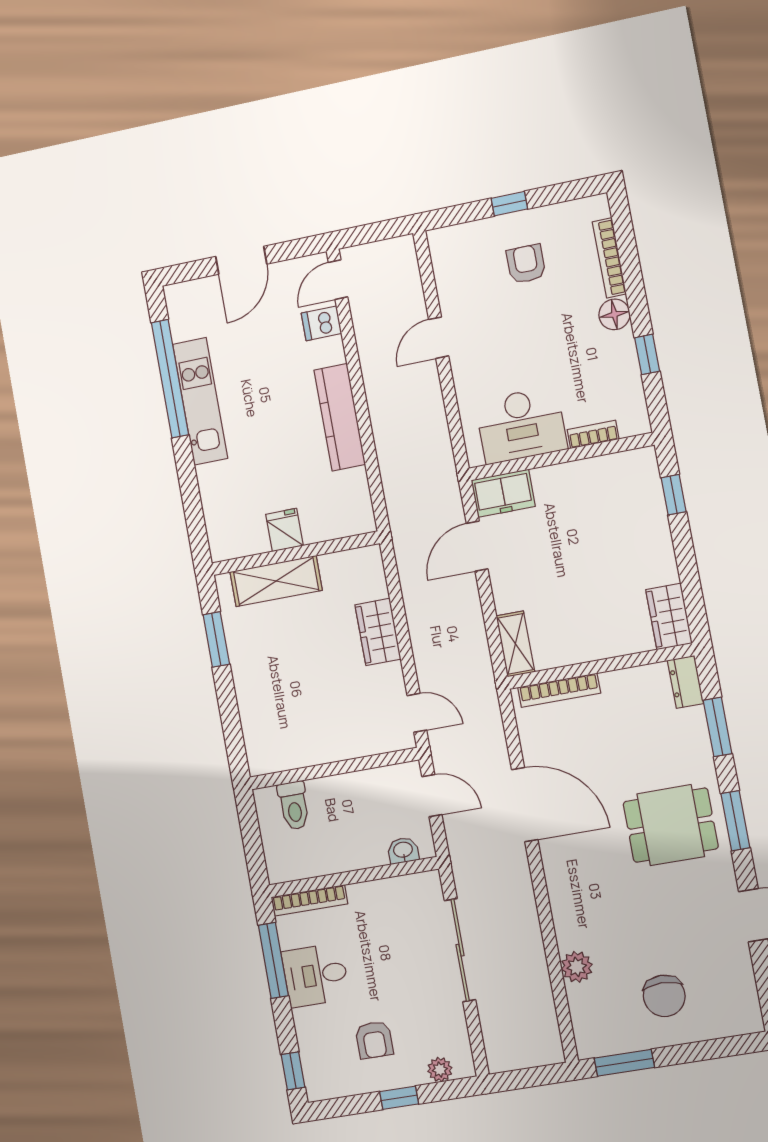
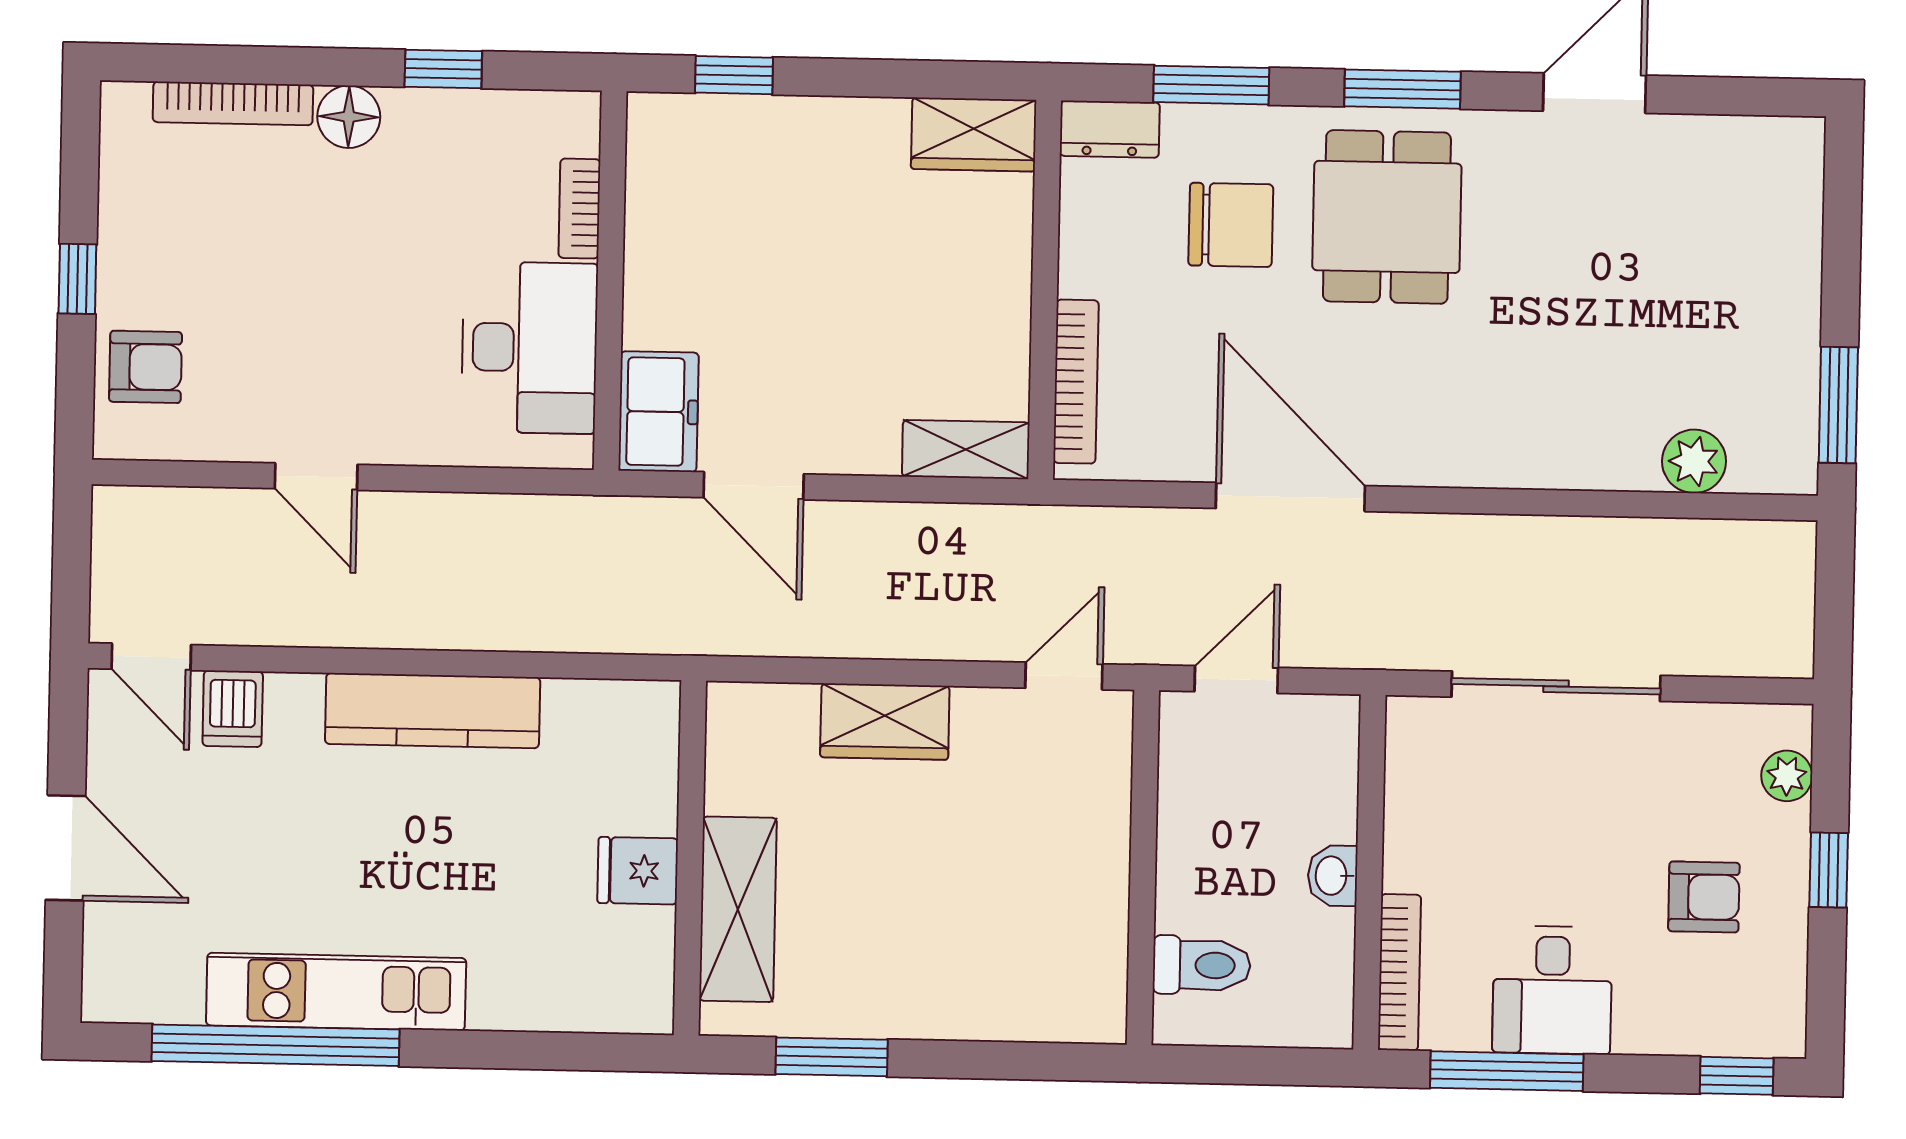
armchair: (526, 264) -> (146, 367), moved, turned 180
door: (525, 805) -> (1290, 497), hinge flipped
washbasin: (403, 850) -> (1332, 876), moved
plant: (577, 967) -> (1694, 461), moved
chair: (664, 996) -> (1231, 225), moved

